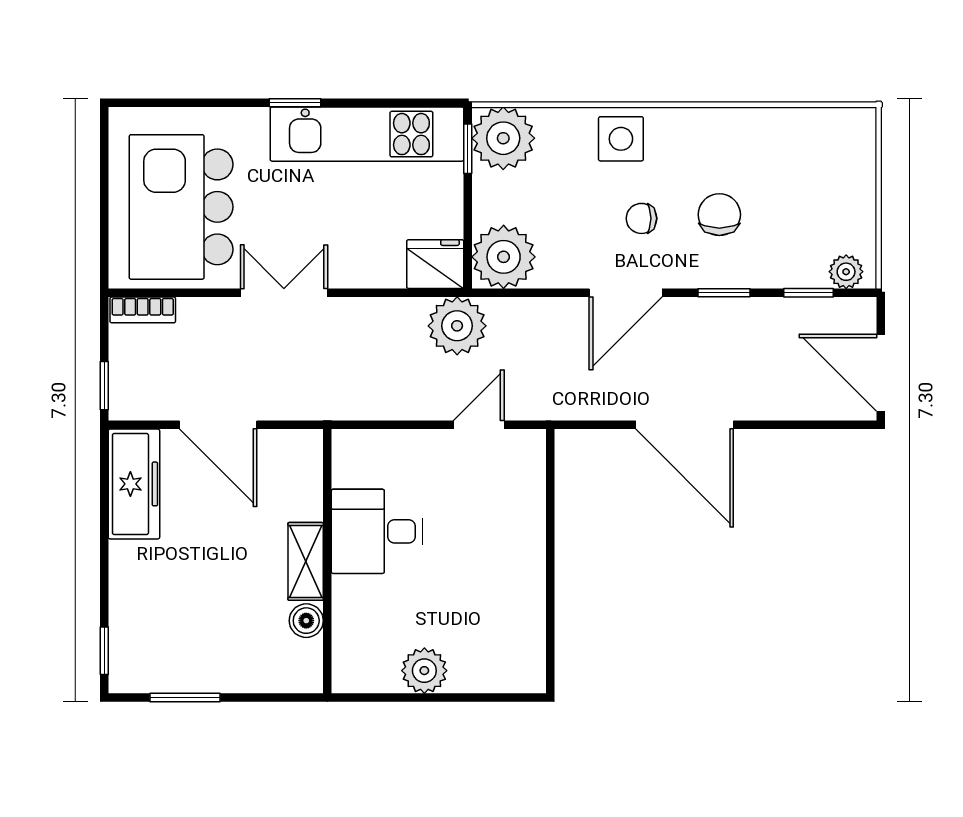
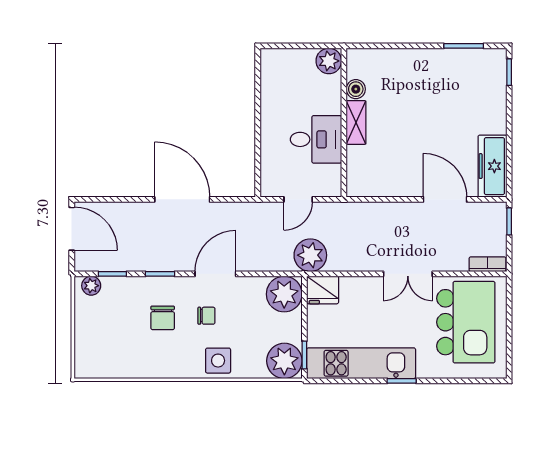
desk: (377, 531) -> (316, 139), moved
shelving: (306, 561) -> (356, 122), moved
wall: (327, 561) -> (344, 123), moved
boiler: (306, 621) -> (356, 89), moved

